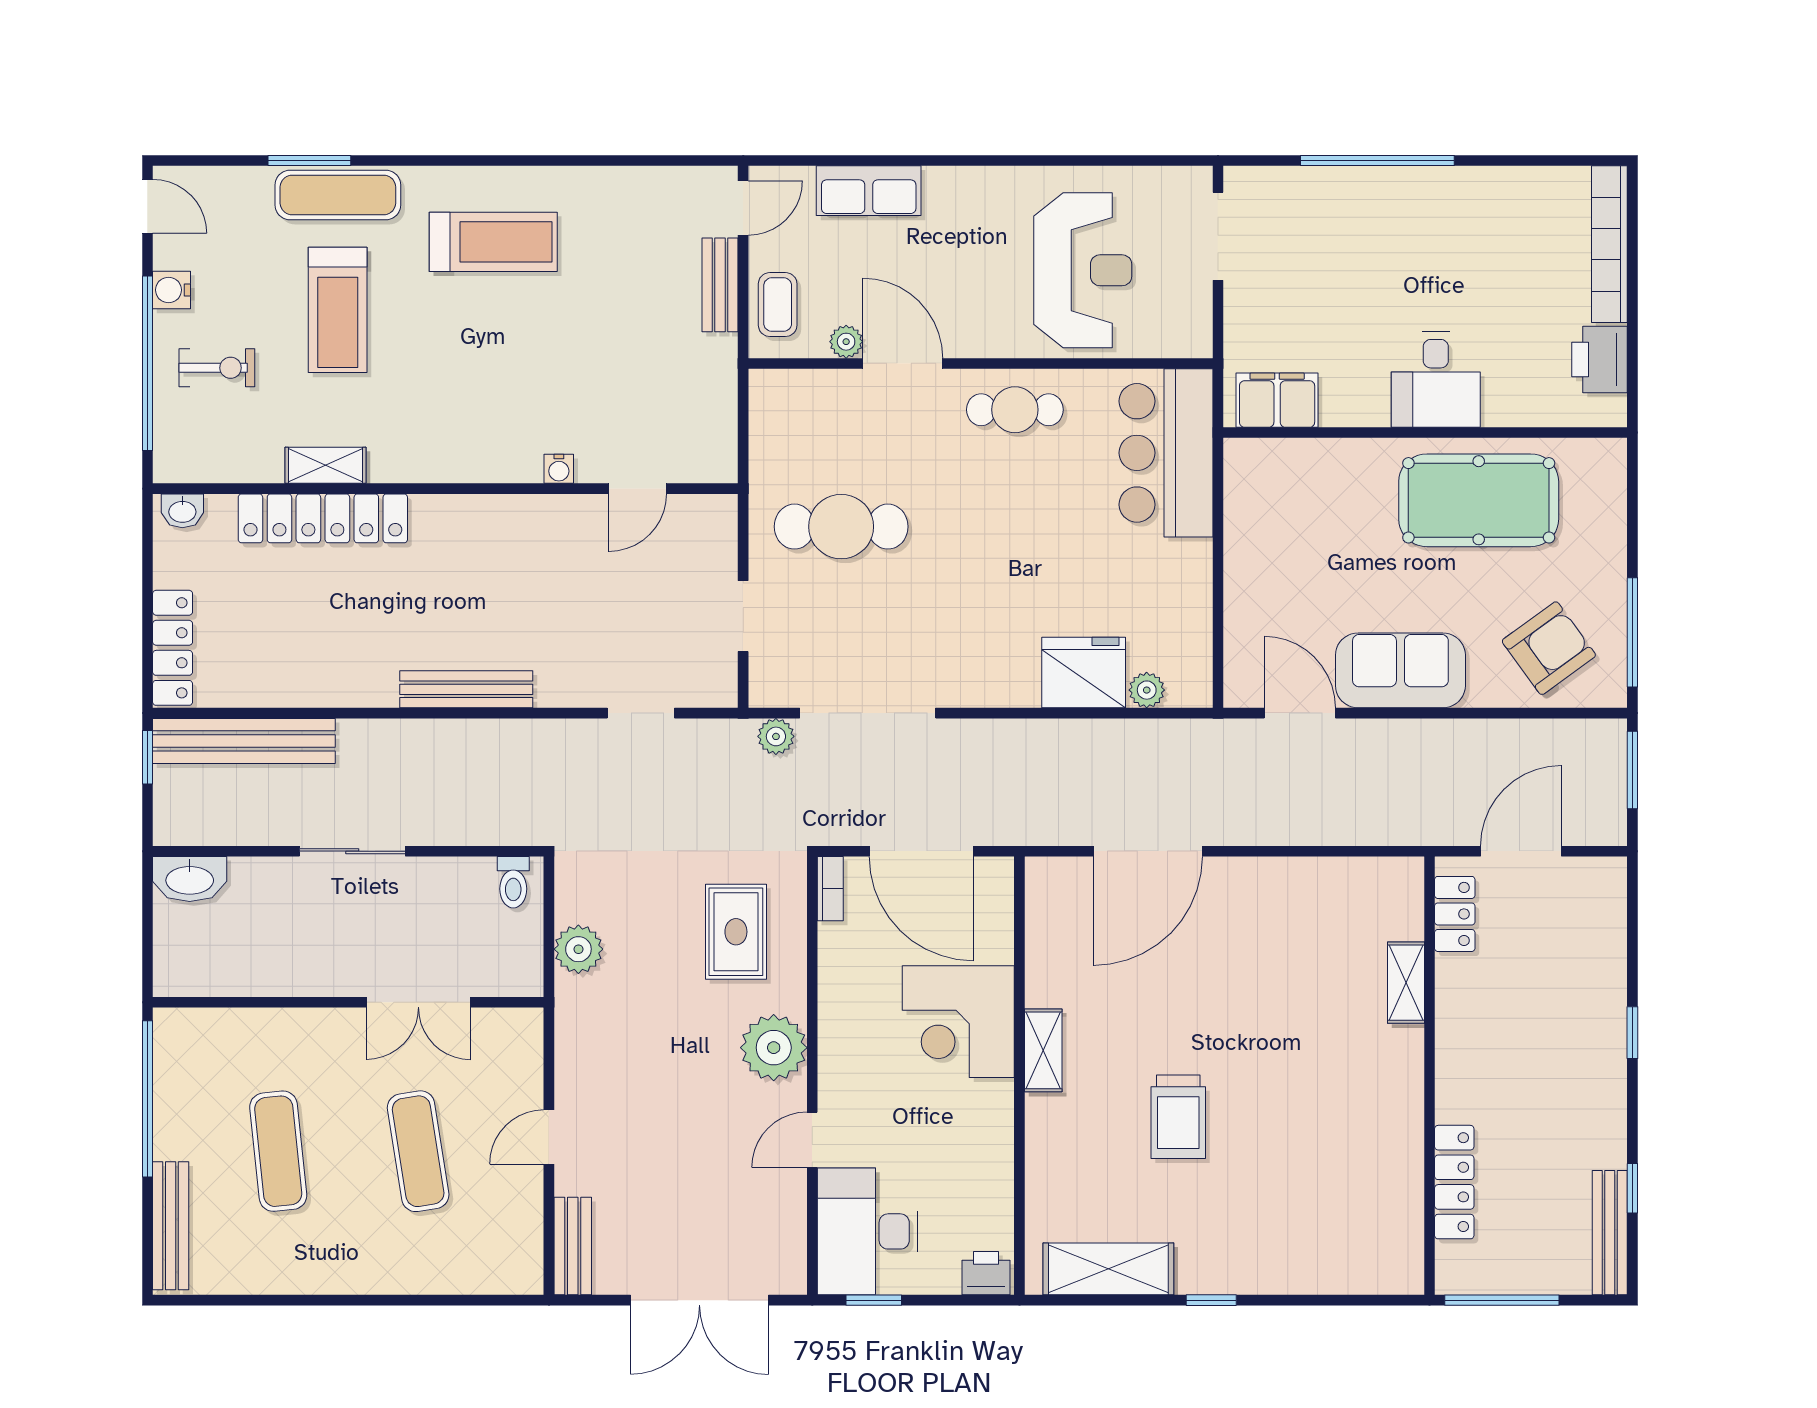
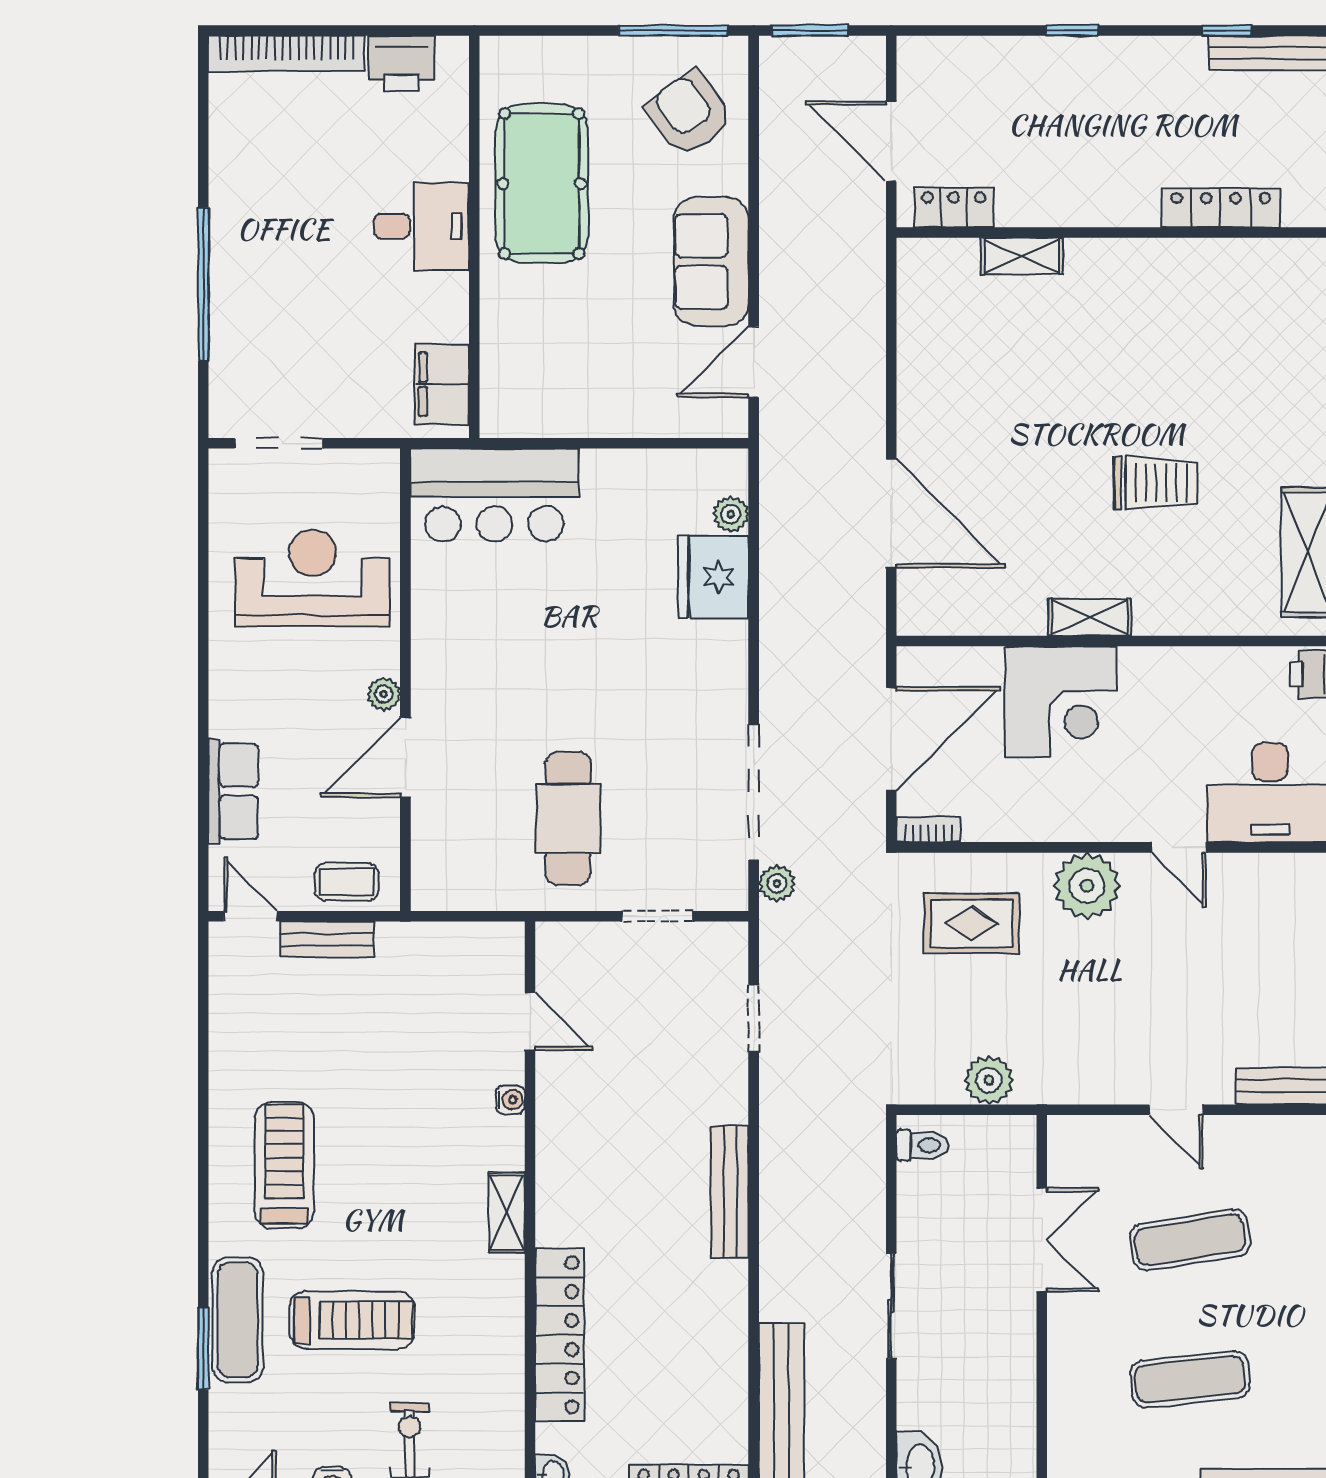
plant: (846, 342) -> (384, 694), moved
cafe table: (1015, 410) -> (451, 646), removed
shelving: (326, 465) -> (507, 1213), moved

